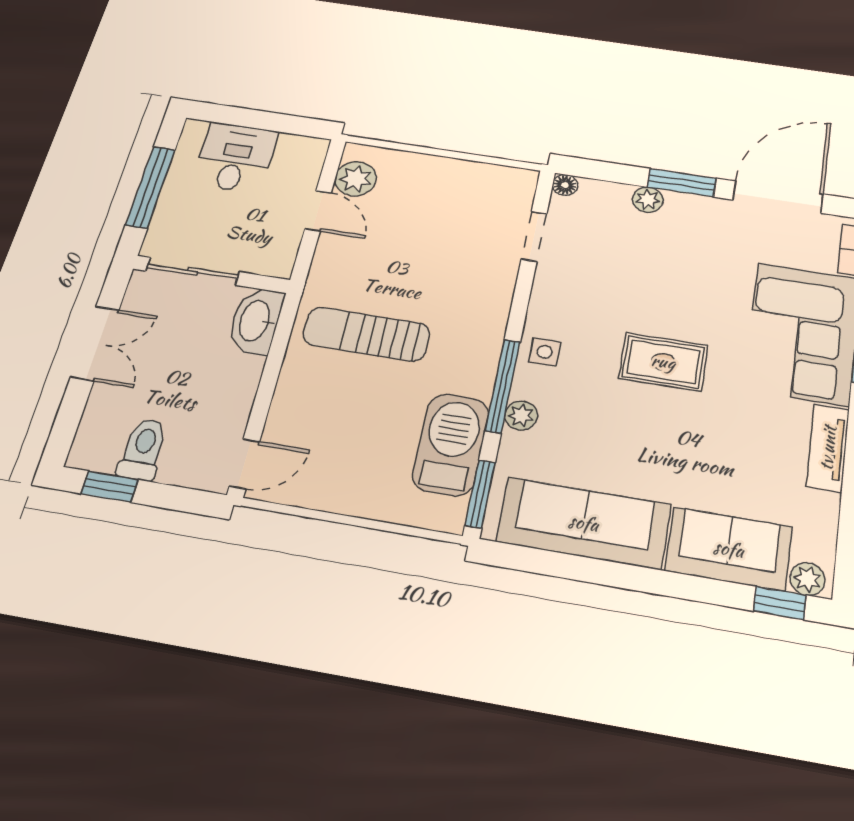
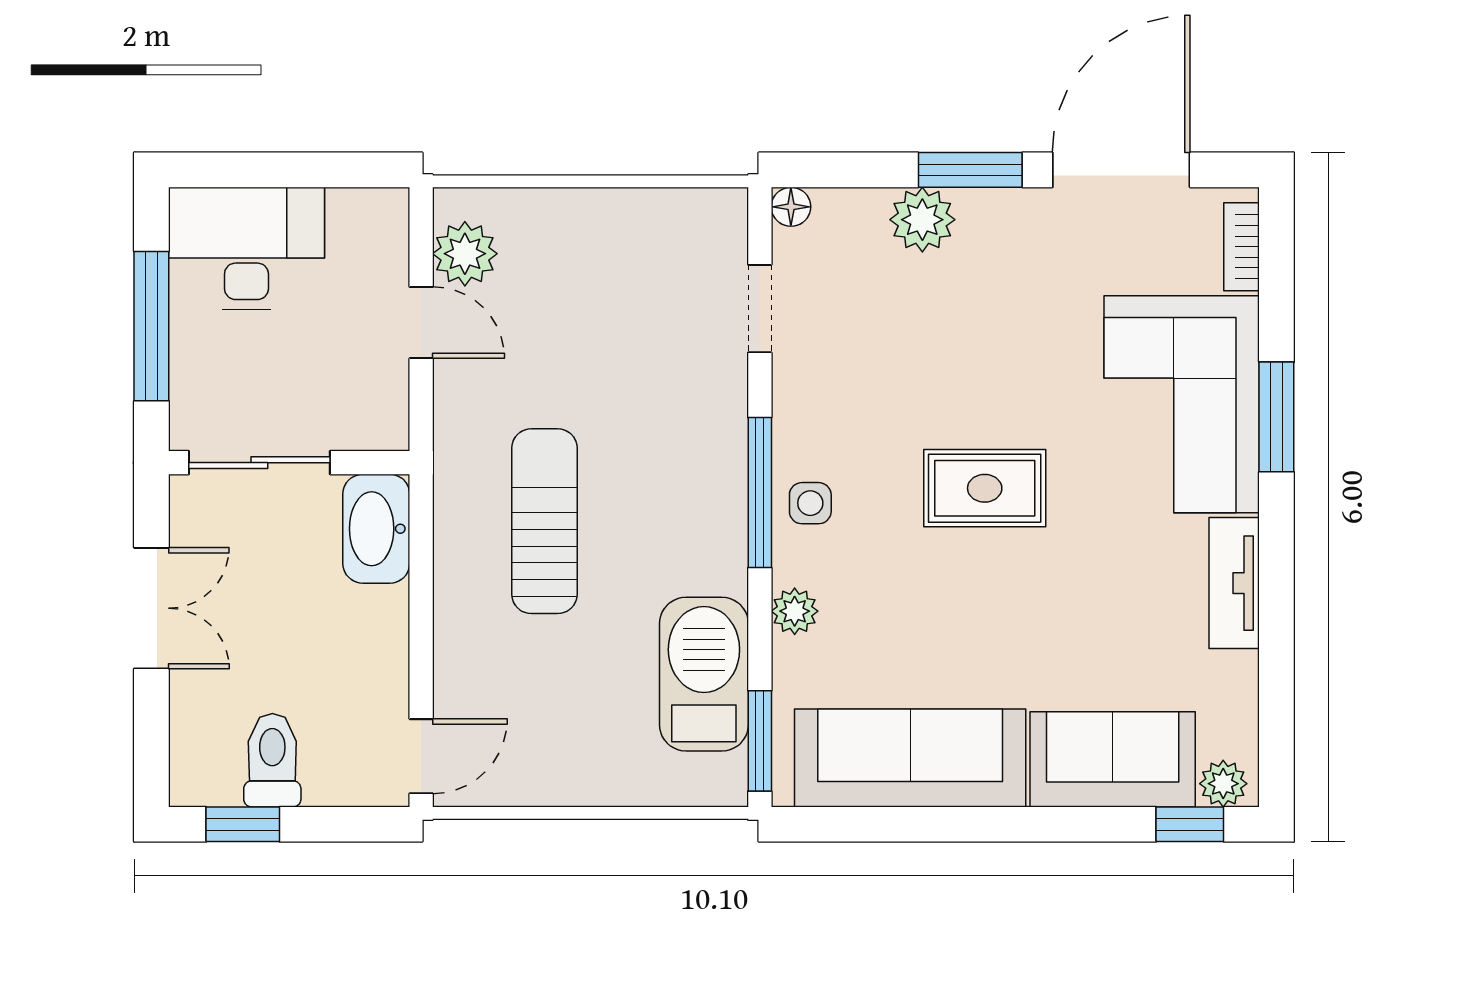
desk: (235, 158) -> (246, 248), width x1.37
plant: (648, 200) -> (922, 220), width x1.38, depth x1.38
sun lounger: (366, 334) -> (544, 521), turned 90
window: (503, 386) -> (760, 493), moved

